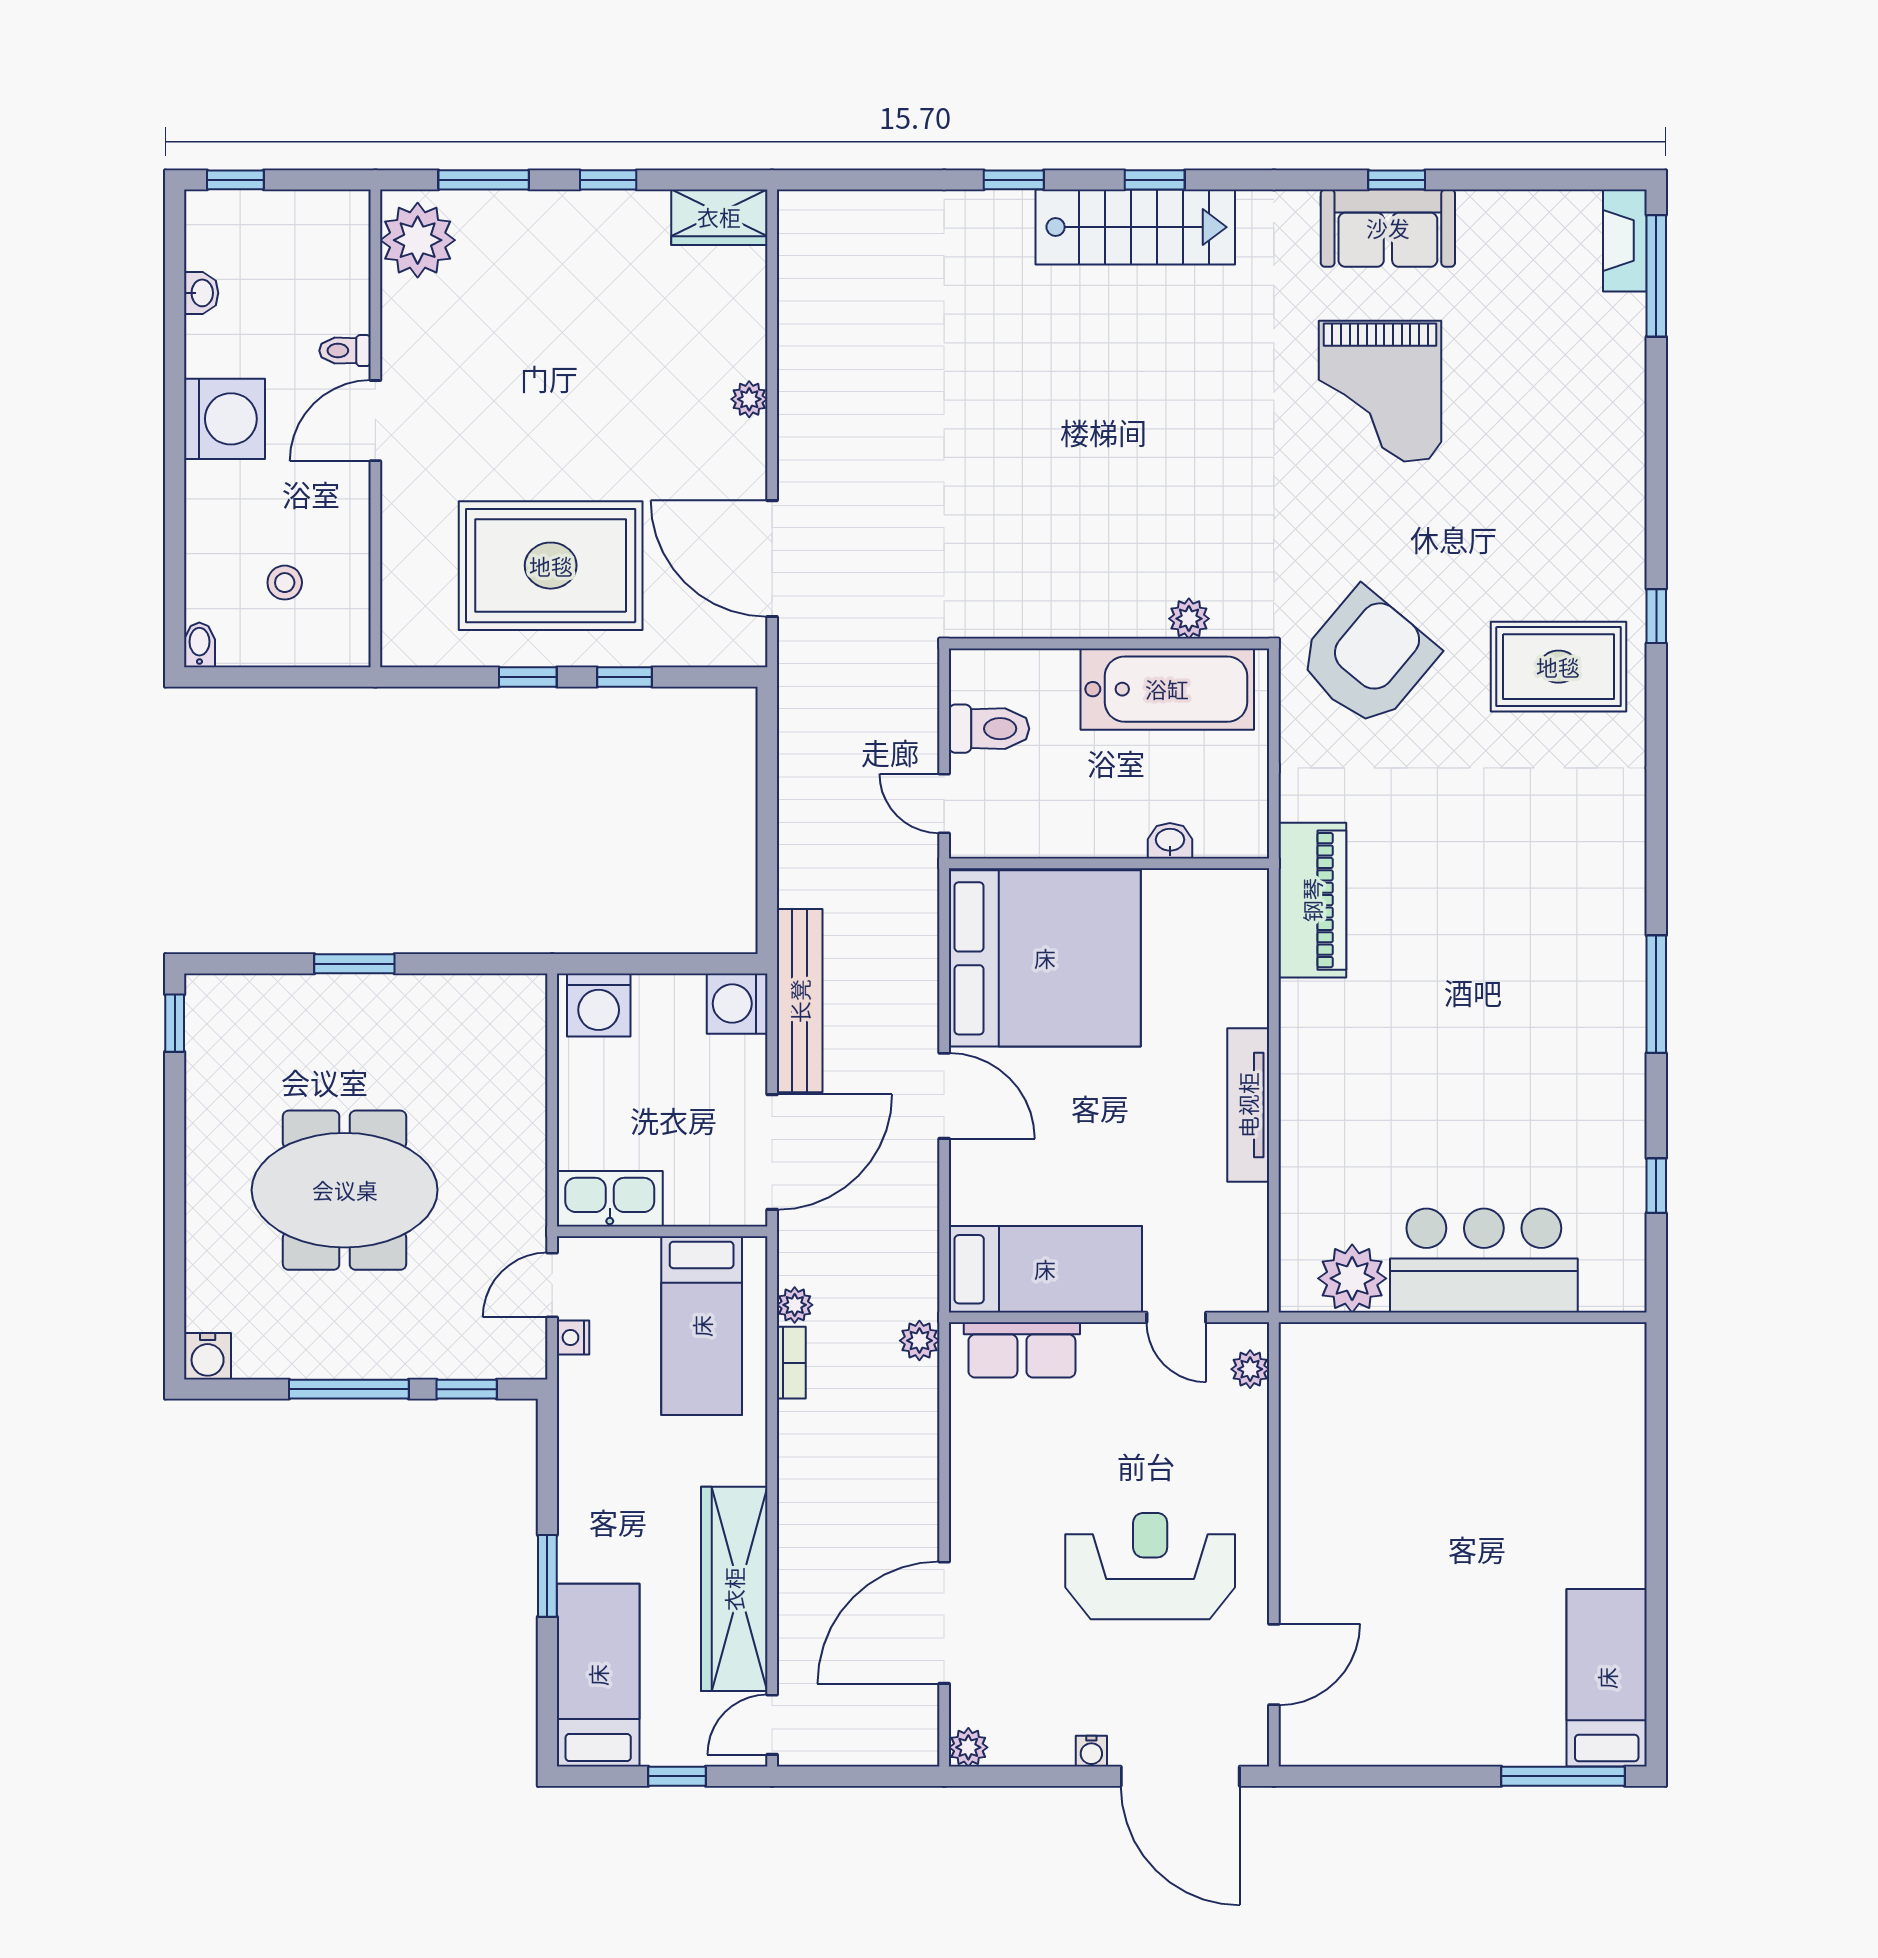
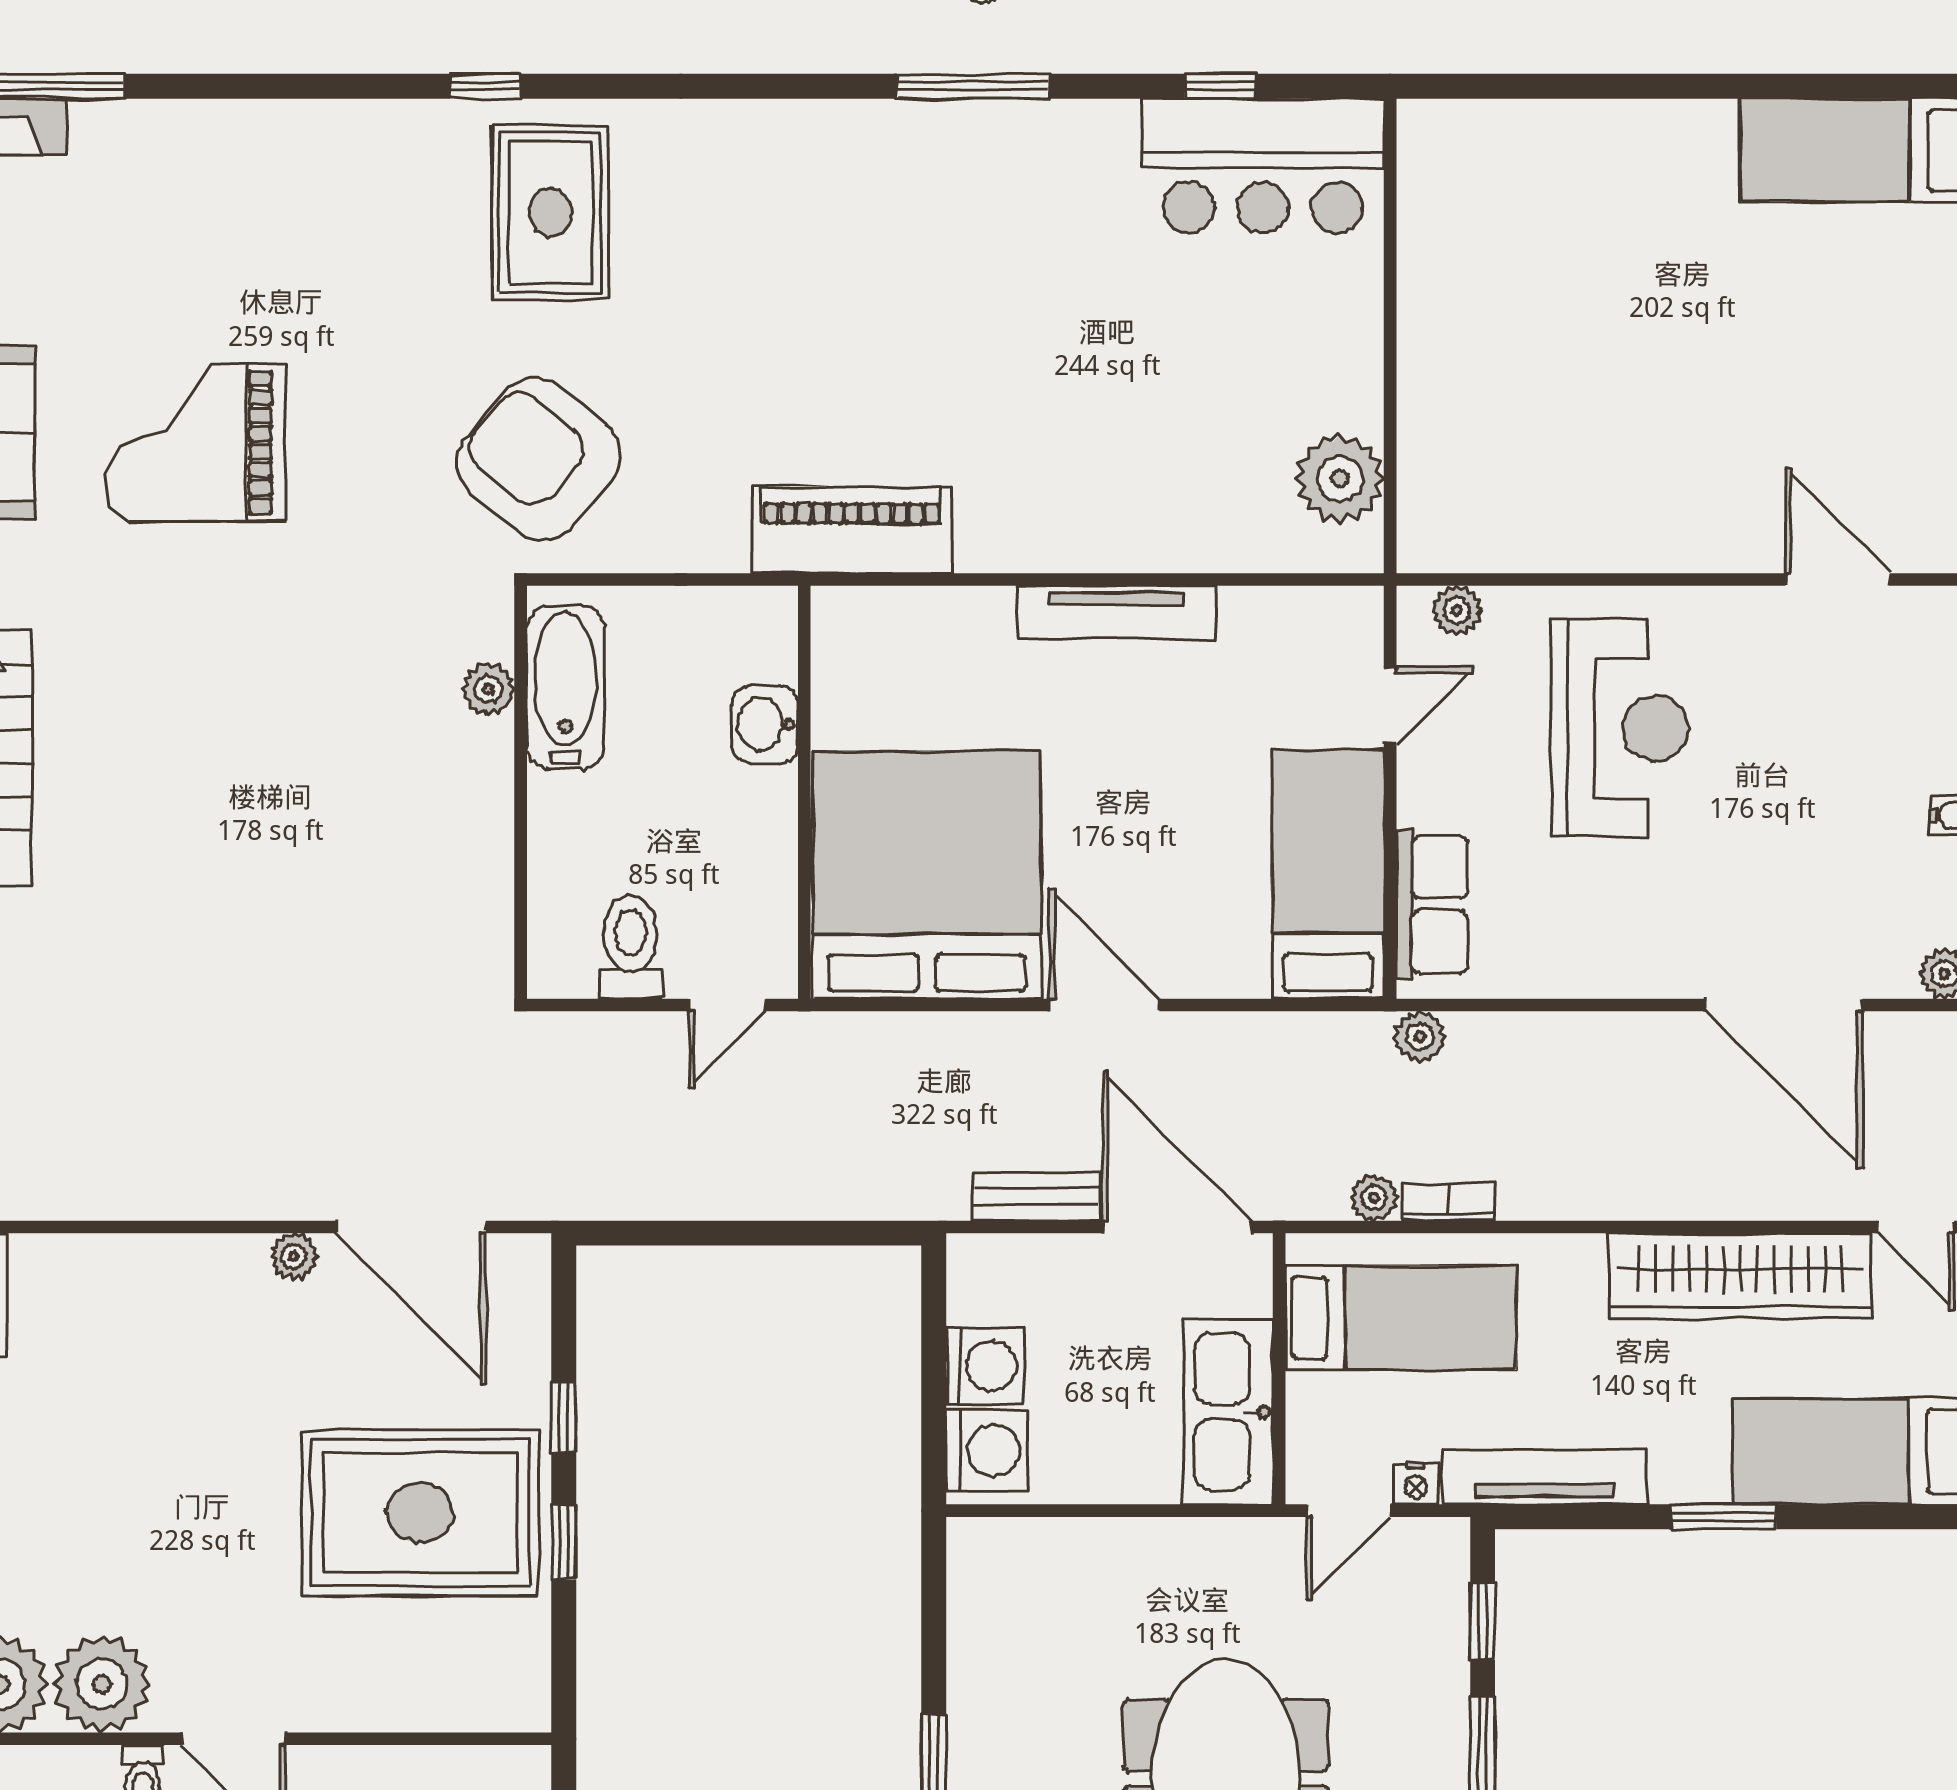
plant: (418, 319) -> (102, 1684), added
grand piano: (1380, 391) -> (195, 443), turned 180
plant: (749, 399) -> (294, 1256), moved
door: (772, 559) -> (411, 1227), hinge flipped
rug: (551, 566) -> (420, 1513), turned 90
bathtub: (1167, 689) -> (565, 687), width x0.73, depth x0.73
washbasin: (1170, 841) -> (765, 724), width x1.38, depth x1.45
bench: (800, 1001) -> (1036, 1197), width x0.54, depth x0.82
washing machine: (737, 1004) -> (985, 1366), moved, turned -90
door: (944, 1096) -> (1104, 1005), hinge flipped
kitchen sink: (610, 1199) -> (1228, 1412), width x1.36, depth x1.24
bar counter: (1484, 1261) -> (1263, 166), moved, turned -90
door: (552, 1285) -> (1348, 1511), hinge flipped
tv unit: (578, 1437) -> (1545, 1477), added
reception desk: (1150, 1566) -> (1620, 728), moved, turned 180

